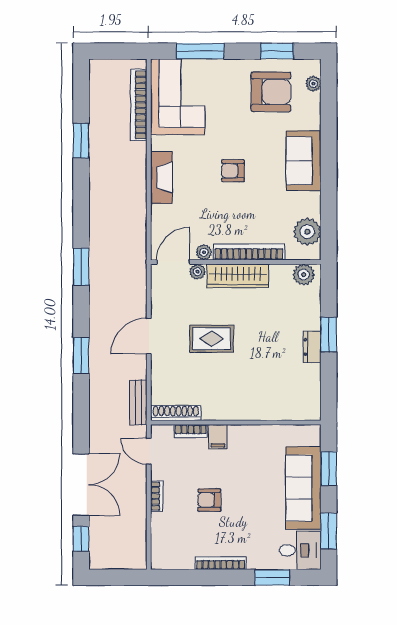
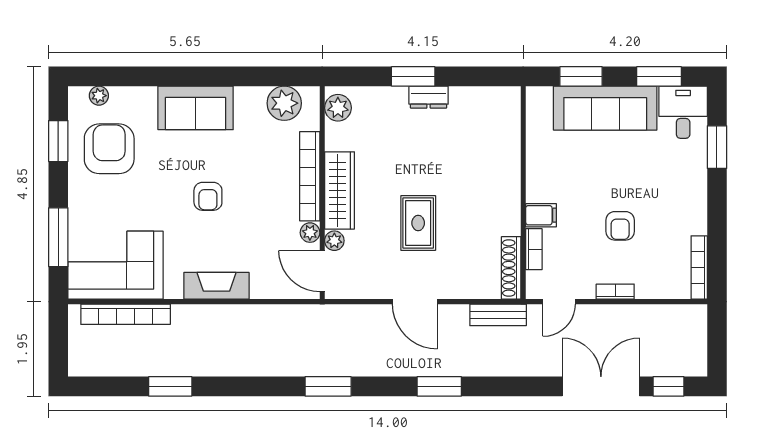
bookcase: (221, 563) -> (699, 268), moved

